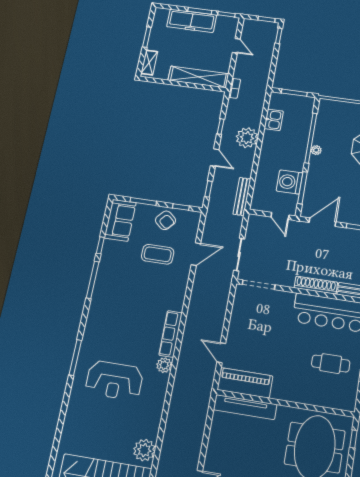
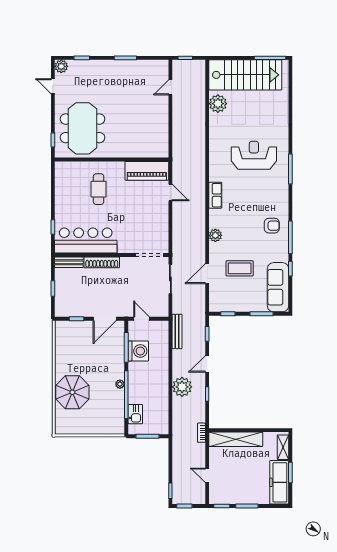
freezer: (192, 21) -> (279, 482), moved, turned -90
kitchen sink: (274, 120) -> (135, 414), moved, turned 180
door: (215, 158) -> (207, 364), hinge flipped
sofa: (120, 220) -> (278, 287), width x1.36
armchair: (165, 220) -> (272, 226), moved, turned 139
row of seats: (171, 334) -> (215, 195), width x0.68
cafe table: (331, 364) -> (99, 189), moved, turned 90
plant: (164, 365) -> (215, 235), moved
tv unit: (245, 407) -> (143, 151), removed

